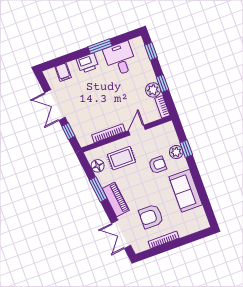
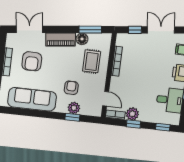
door: (137, 130) -> (106, 99), moved
armchair: (158, 165) -> (71, 88), turned 180
floor lamp: (98, 166) -> (82, 39), moved
window: (98, 189) -> (90, 30), moved
sofa: (186, 191) -> (32, 99), width x1.36
armchair: (151, 216) -> (32, 61), turned 180

